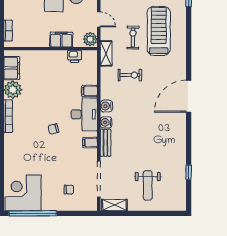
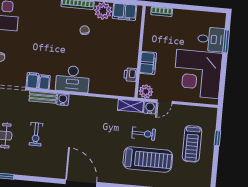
exercise bike: (130, 75) -> (36, 134), moved
filing cabinet: (89, 91) -> (32, 80), moved
water cooler: (106, 106) -> (150, 108), moved
chair: (53, 129) -> (85, 30), moved

